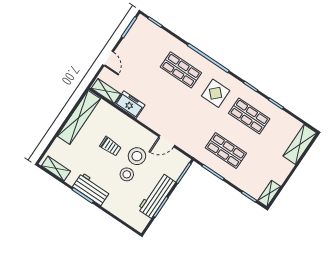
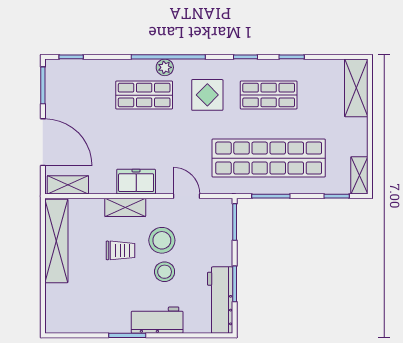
door: (108, 58) -> (43, 142), width x1.87
plant: (202, 62) -> (165, 67), added
freezer: (130, 105) -> (136, 182), moved
door: (167, 141) -> (187, 196), swing flipped
shop shelf: (226, 151) -> (269, 158), width x2.00, depth x1.36
shelving: (56, 169) -> (125, 207), moved
workbench: (91, 189) -> (157, 320), moved
workbench: (157, 196) -> (220, 300), moved

